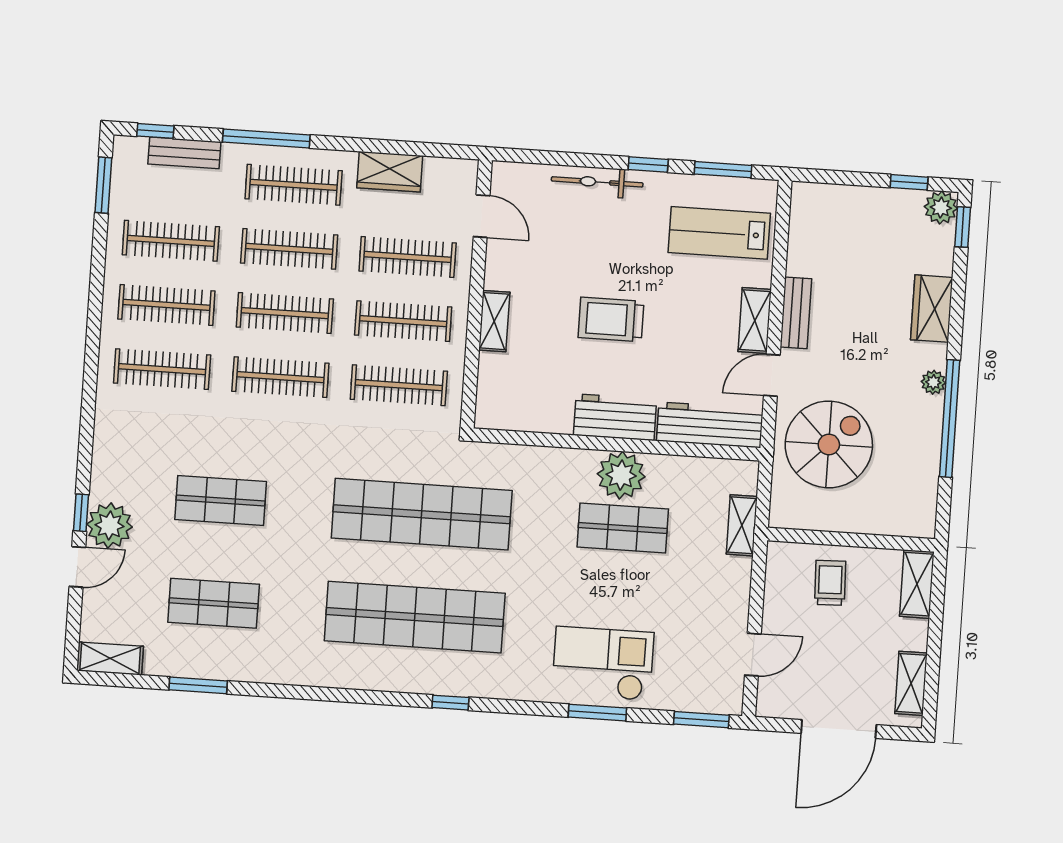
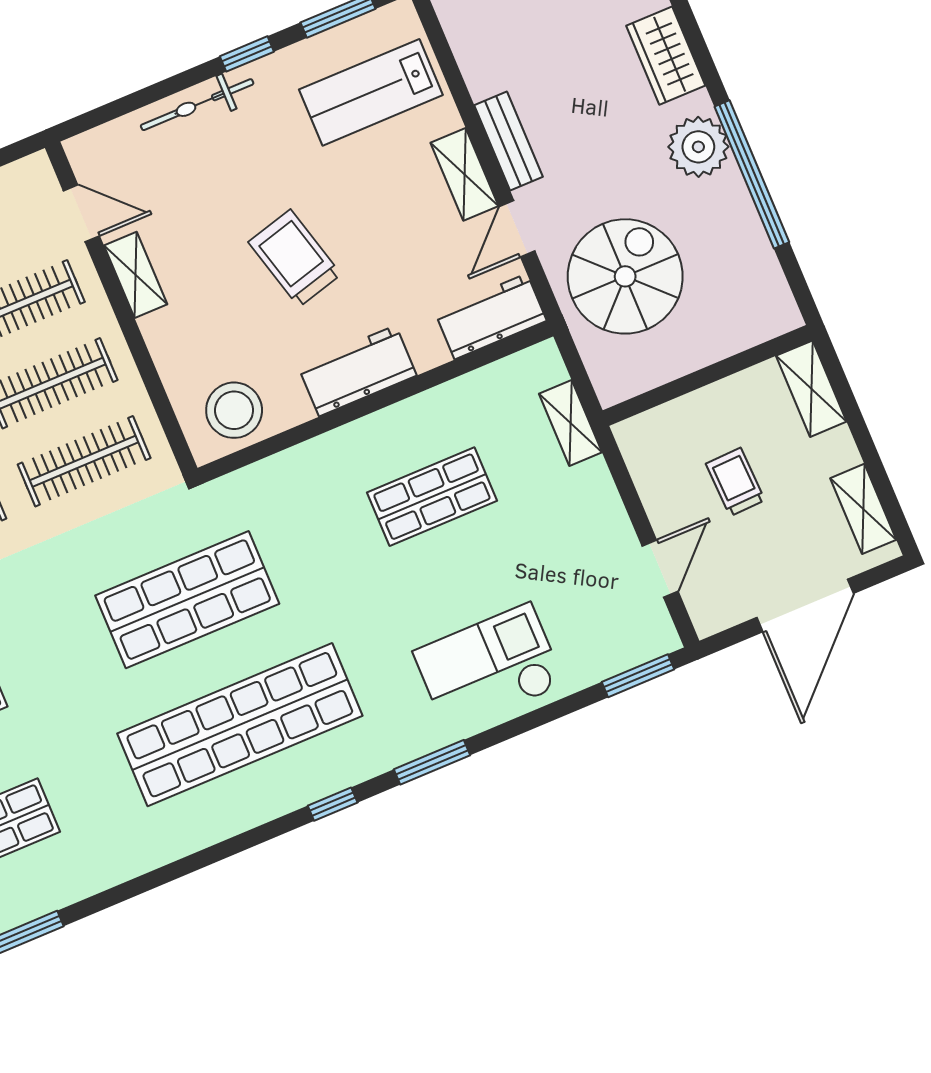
trolley: (611, 319) -> (295, 258), turned 75
shelving: (494, 321) -> (136, 275), moved
plant: (933, 382) -> (698, 147), width x1.88, depth x1.88
stool: (518, 402) -> (234, 410), added
workbench: (710, 425) -> (491, 317), width x0.73
plant: (621, 475) -> (399, 436), removed
shop shelf: (422, 514) -> (187, 600), width x0.71
trolley: (830, 583) -> (735, 482), moved
window: (597, 713) -> (432, 762), moved

